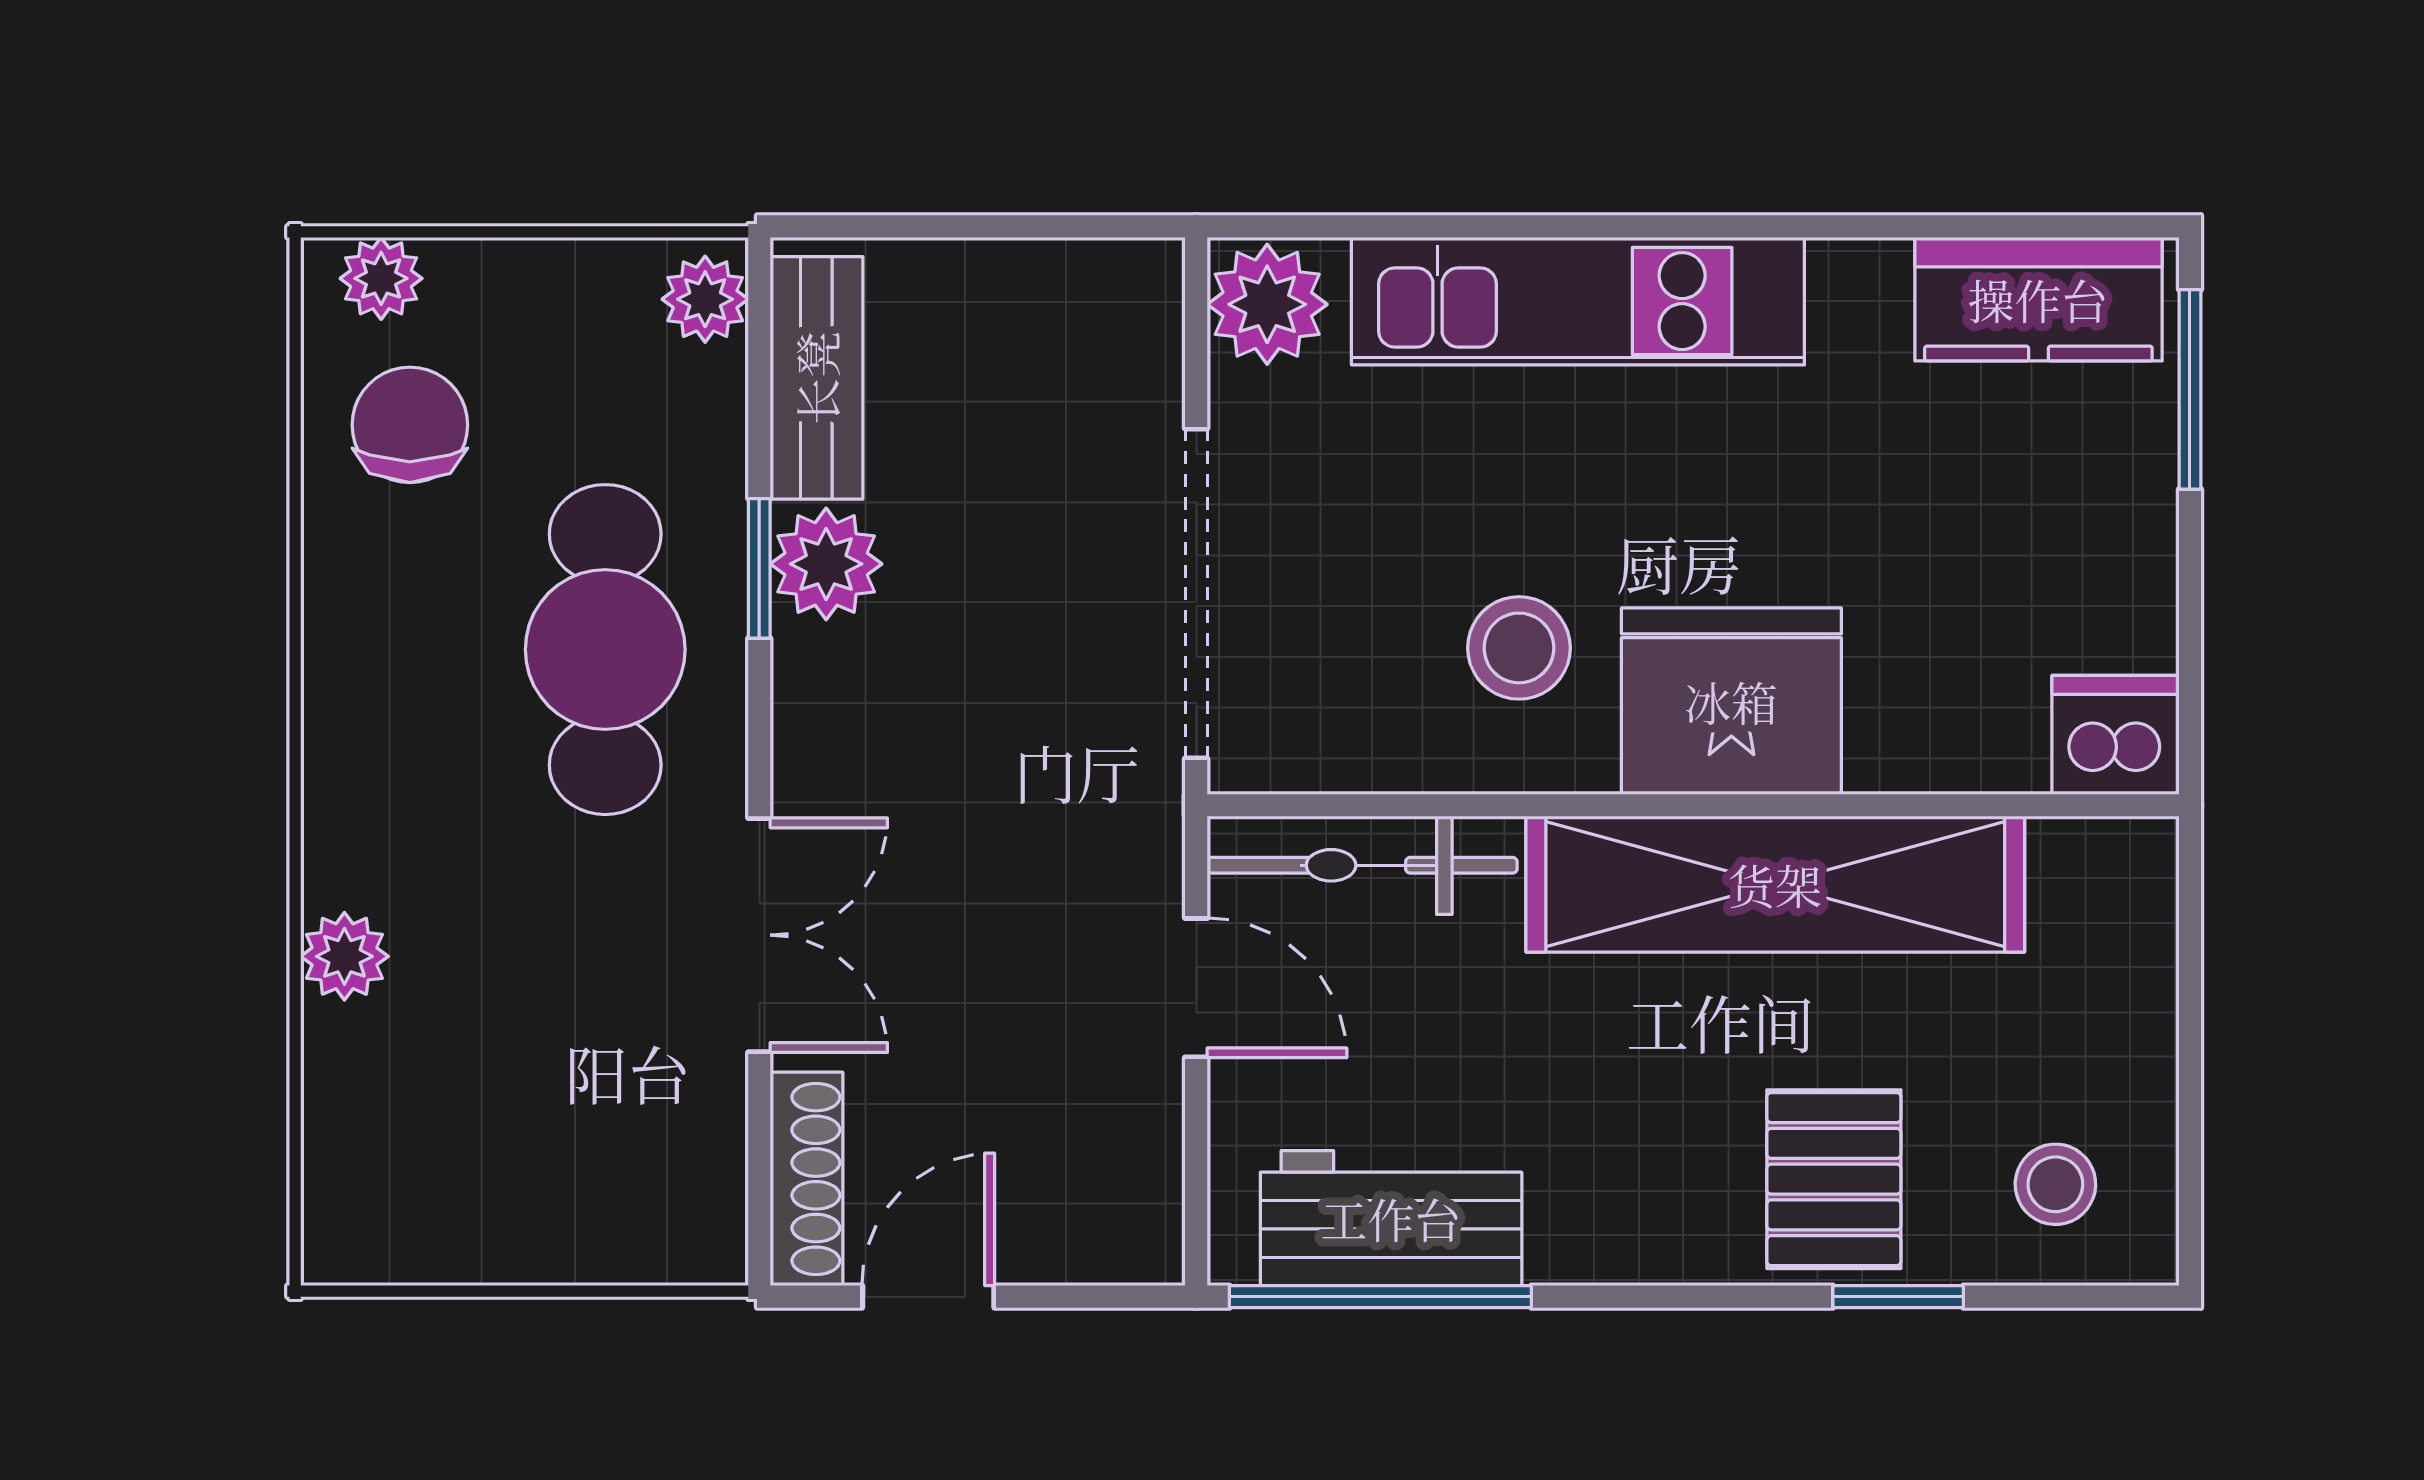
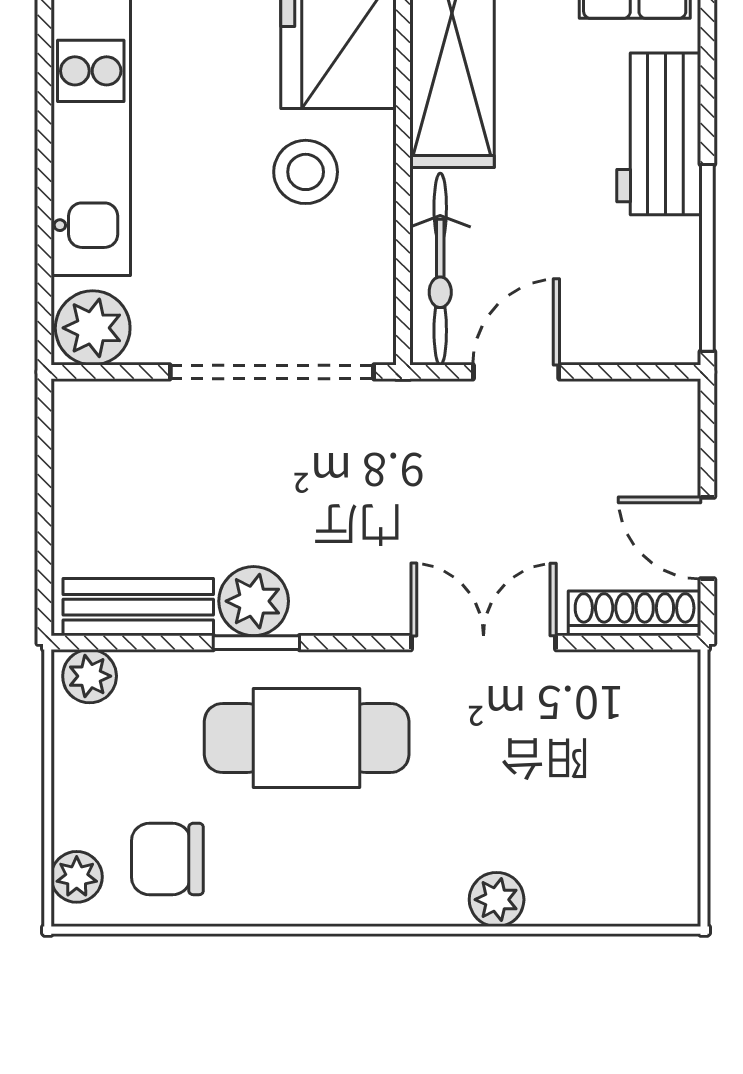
workbench: (1391, 1218) -> (659, 134), moved

